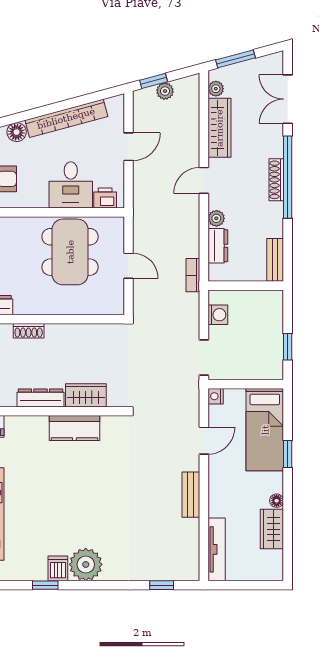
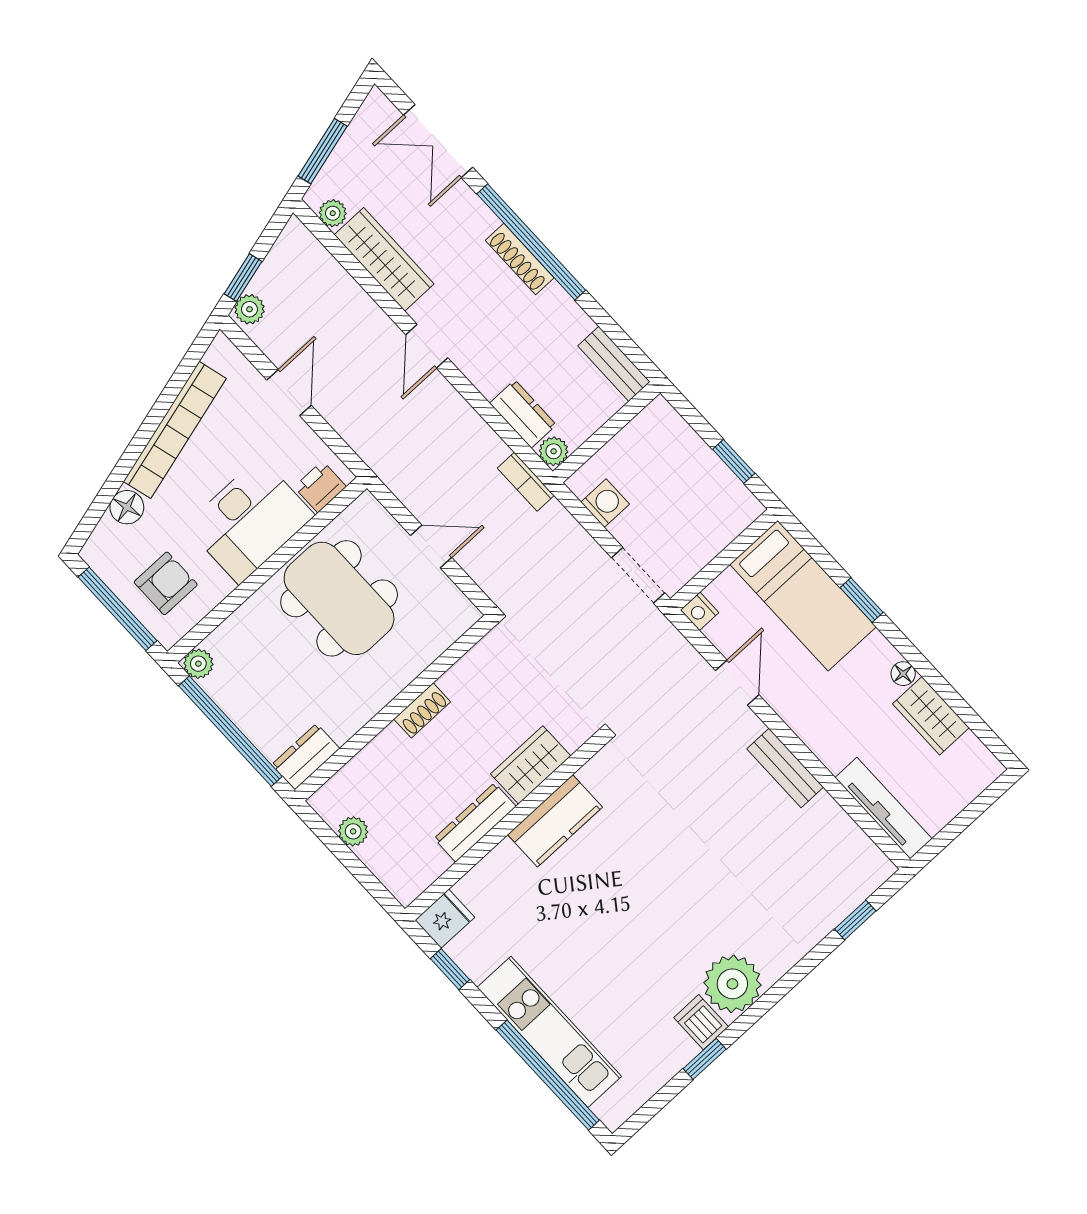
plant: (165, 91) -> (249, 309), moved
desk: (71, 185) -> (250, 520), width x1.37
plant: (216, 218) -> (554, 451), moved
shoe rack: (29, 331) -> (422, 710), moved

